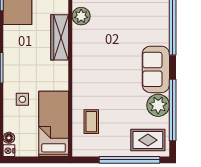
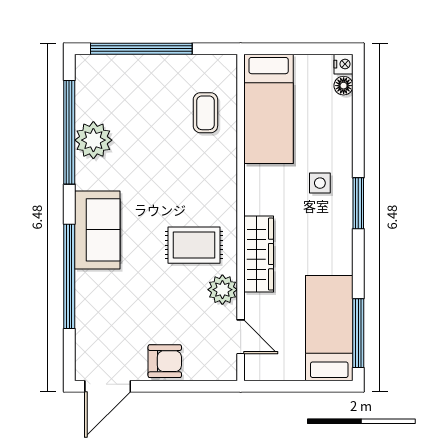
sofa: (156, 69) -> (97, 230), moved
side table: (22, 99) -> (320, 183), moved
rug: (148, 140) -> (194, 245), moved

